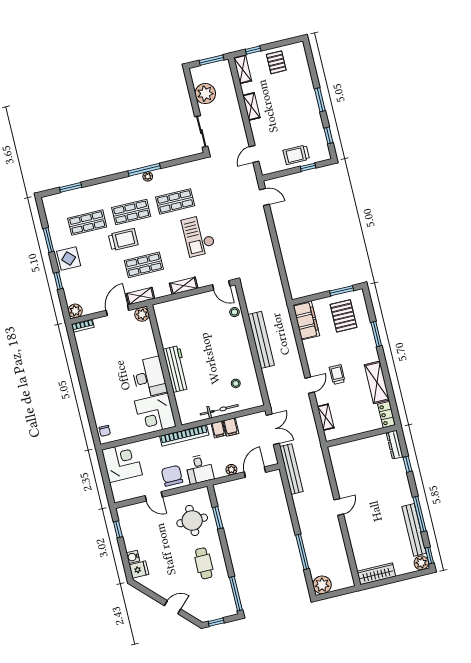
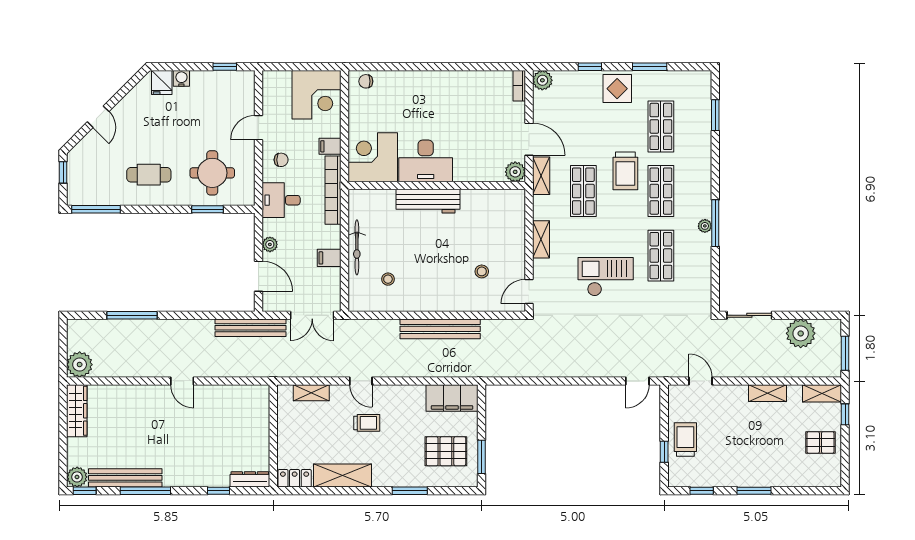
stool: (235, 312) -> (482, 271), moved
filing cabinet: (218, 429) -> (330, 146), moved
chair: (172, 476) -> (281, 160), width x0.54, depth x0.54
plant: (322, 585) -> (80, 365), moved

